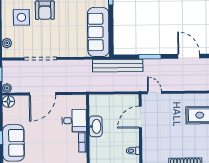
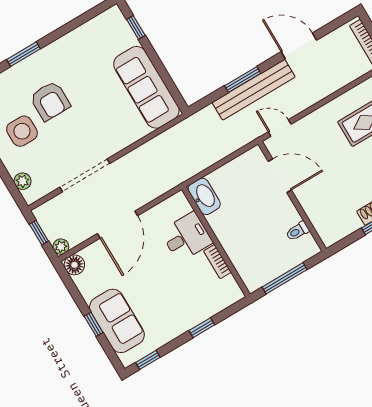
bench: (118, 66) -> (254, 90), moved
door: (140, 117) -> (280, 176), swing flipped
washbasin: (96, 126) -> (204, 196), moved

